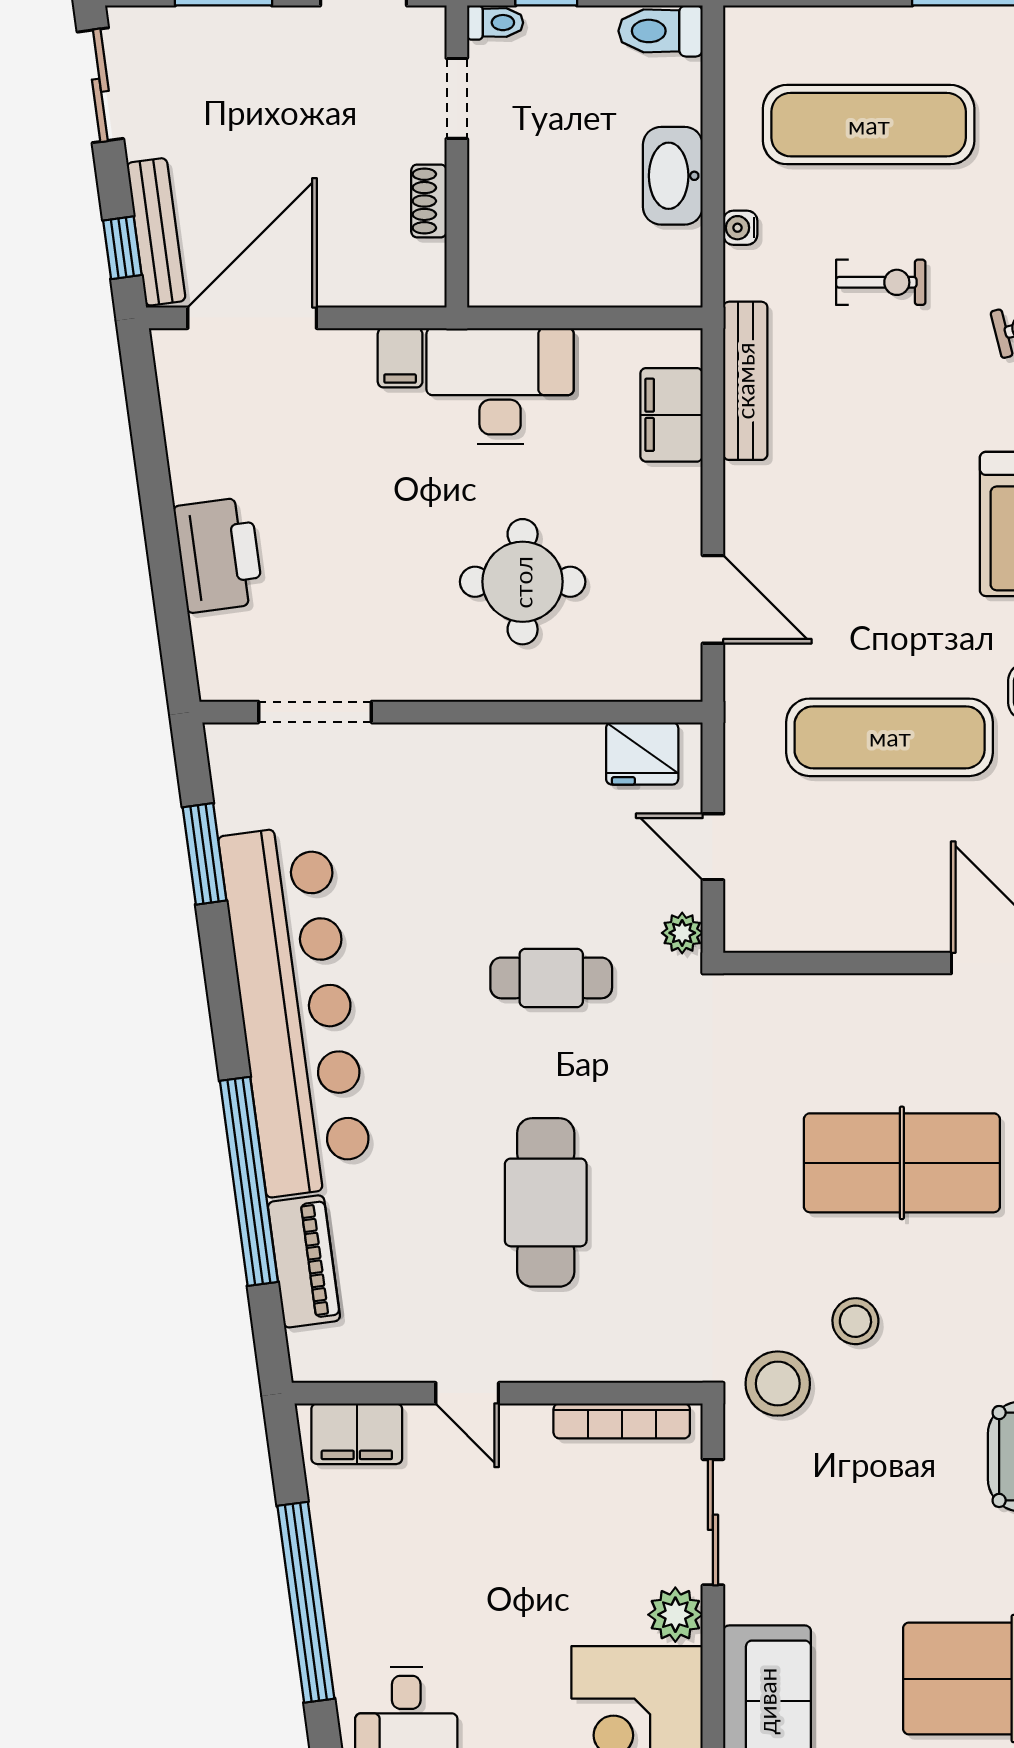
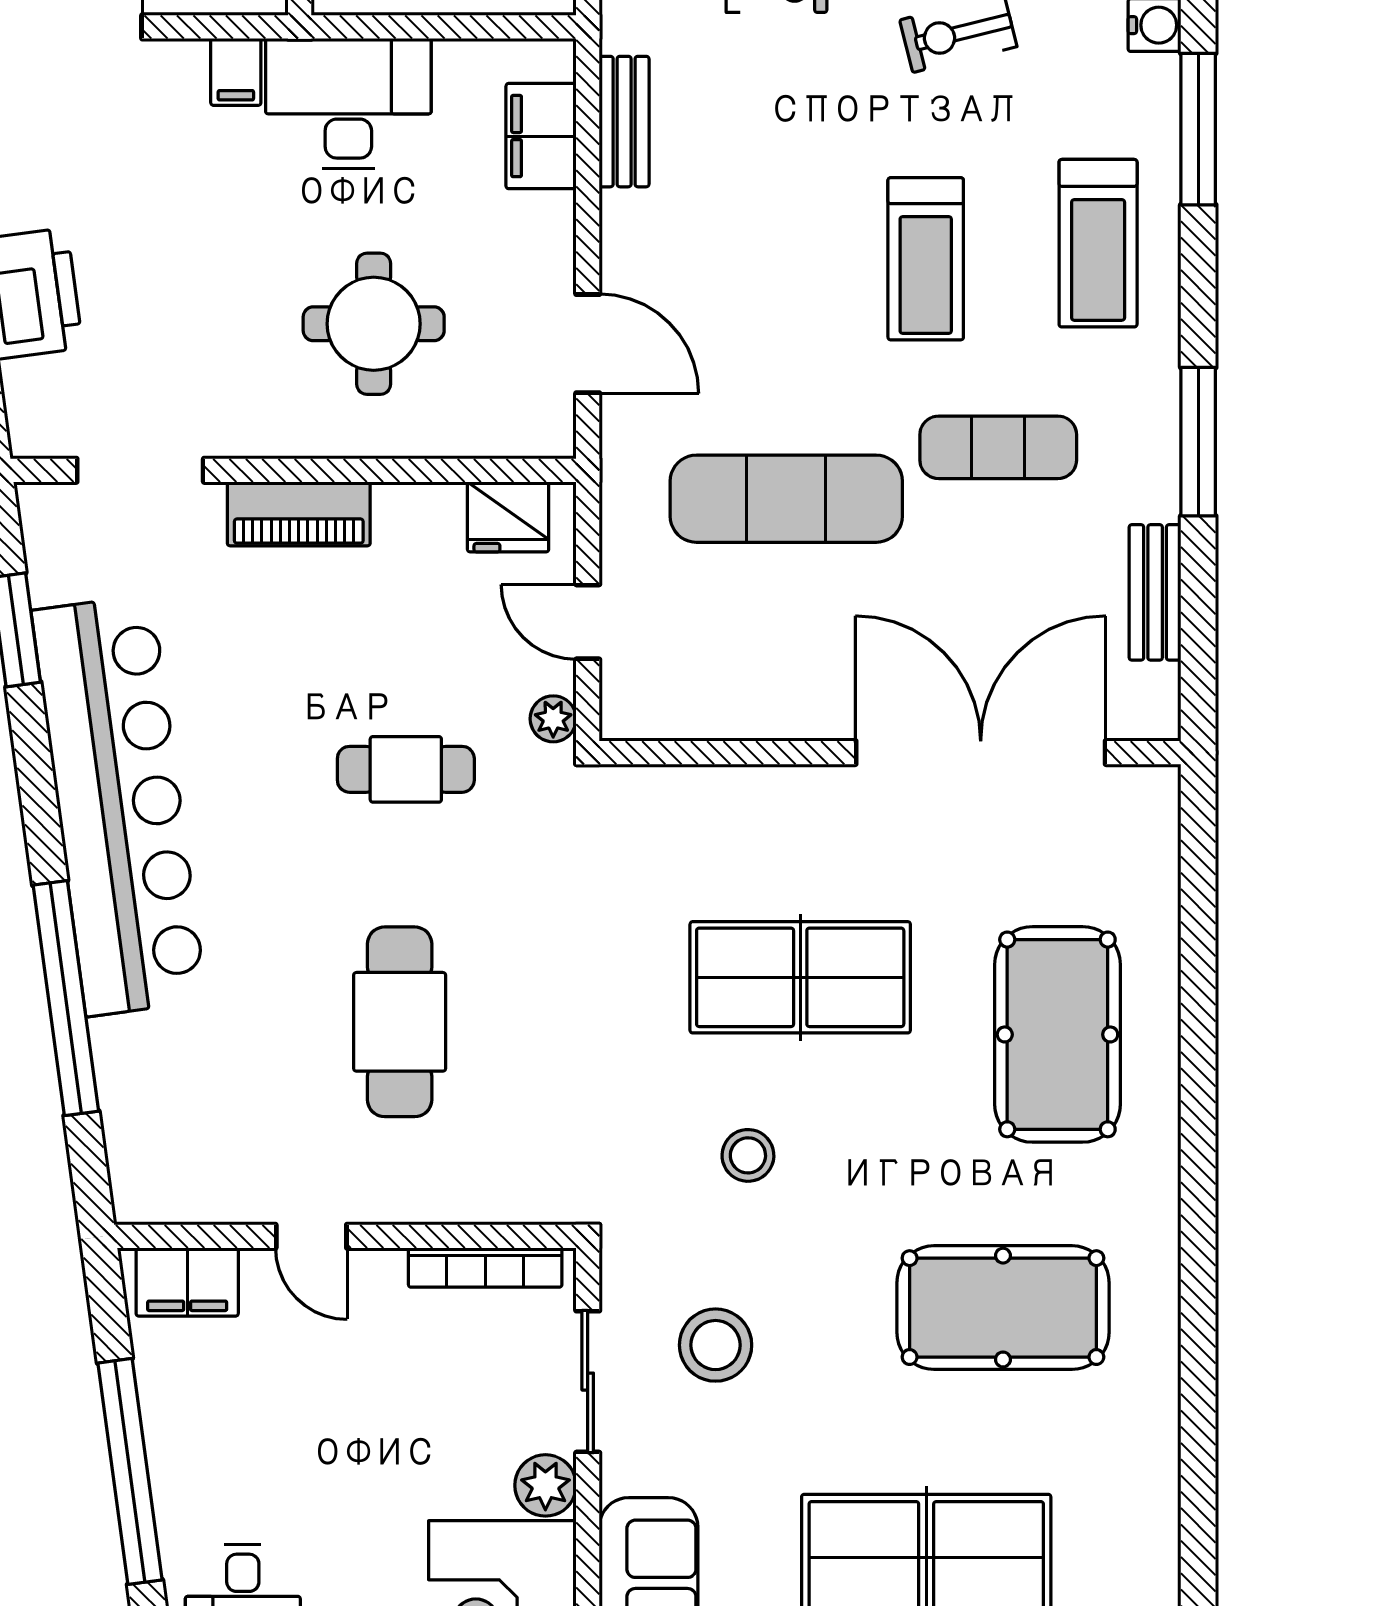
bench: (745, 381) -> (624, 122), width x0.73
piano: (304, 1261) -> (299, 514), moved, turned 98
stool: (778, 1384) -> (716, 1345), moved

